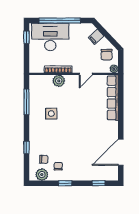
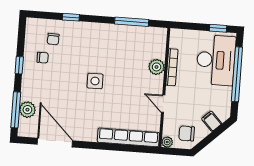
side table: (51, 114) -> (95, 81), moved
plant: (42, 175) -> (27, 110), moved
window: (99, 183) -> (16, 110), width x2.17

